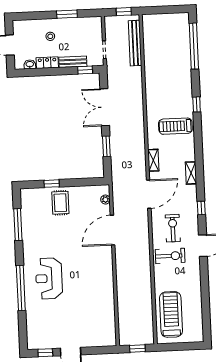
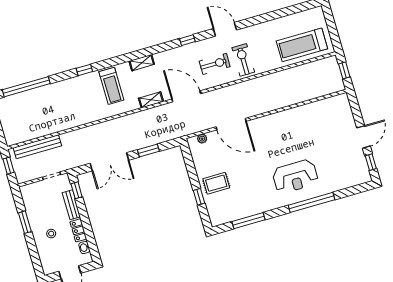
shelving: (191, 173) -> (142, 63), moved
exercise bike: (173, 228) -> (215, 64), turned 180

